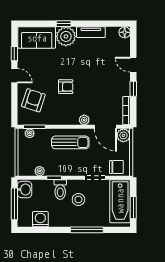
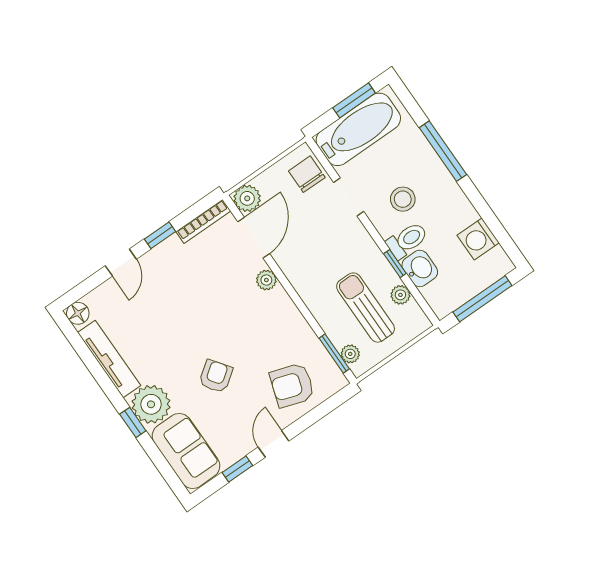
tv unit: (91, 32) -> (109, 359), width x1.41
armchair: (66, 87) -> (216, 376), moved, turned 54
sun lounger: (70, 142) -> (366, 308), moved
washbasin: (25, 189) -> (420, 268), moved, turned 90

